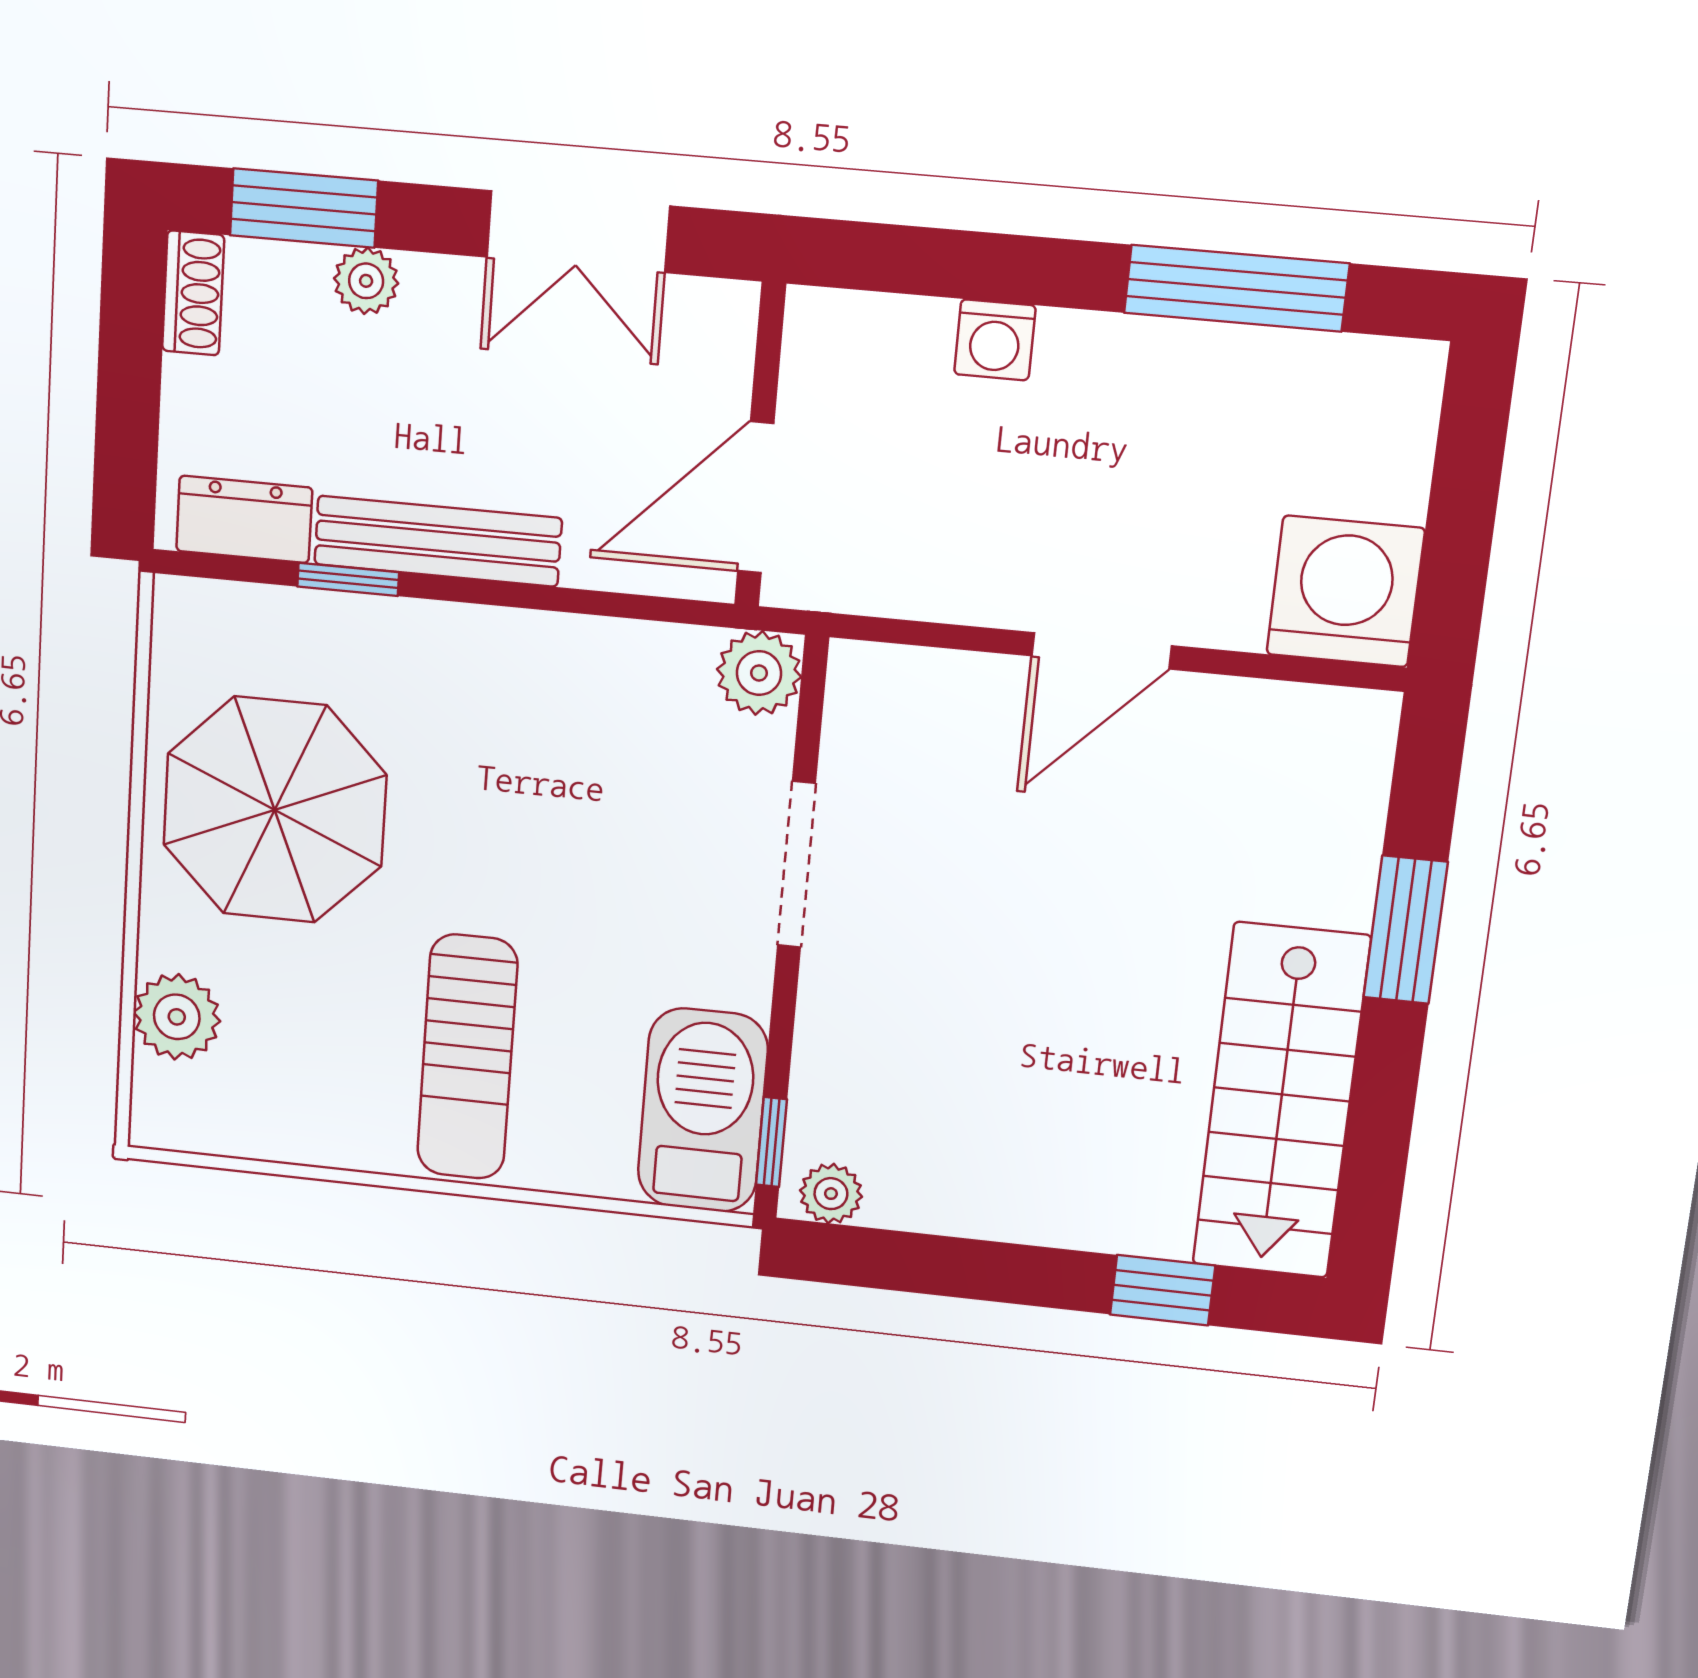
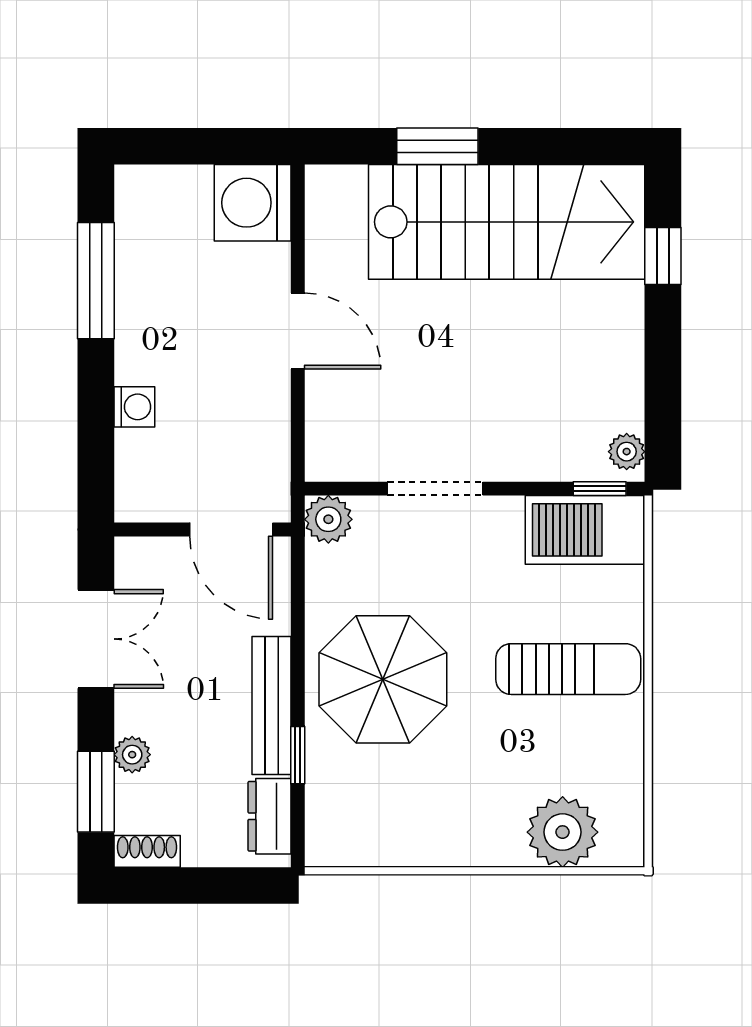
parasol: (275, 810) -> (383, 679), moved
plant: (177, 1017) -> (563, 832), width x1.36, depth x1.36
stairs: (1281, 1101) -> (507, 222), width x1.36, depth x1.51

